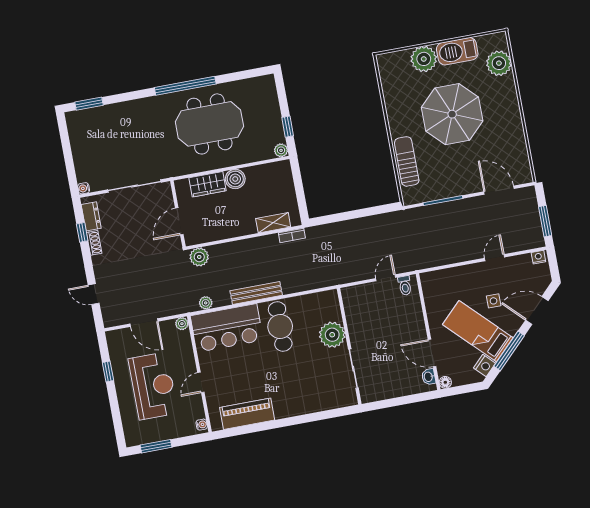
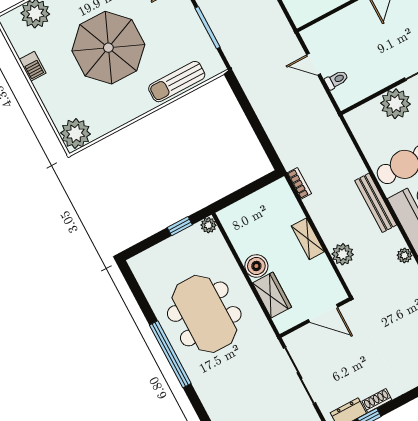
barbecue: (457, 51) -> (33, 66), width x0.53, depth x0.65
plant: (424, 59) -> (76, 134), moved
shelving: (273, 223) -> (308, 239), moved
plant: (199, 257) -> (343, 254), moved
toilet: (405, 286) -> (336, 80), moved

